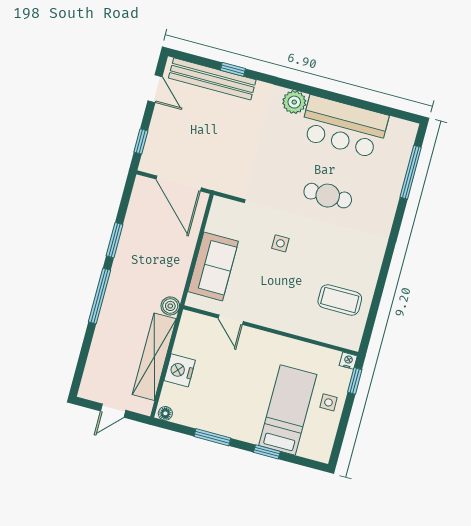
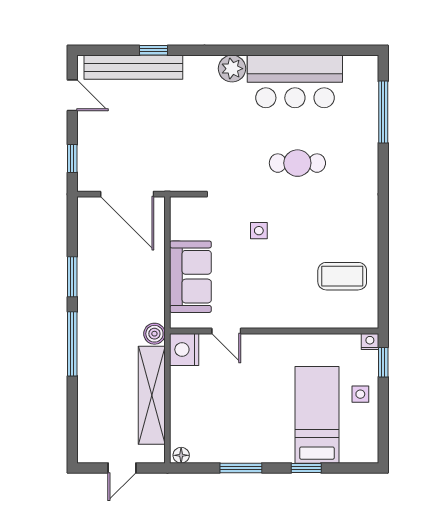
nightstand: (180, 370) -> (184, 350), moved

